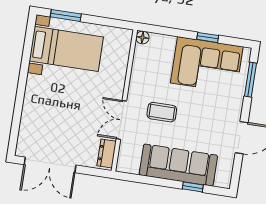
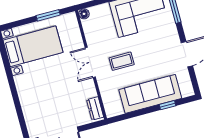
window: (66, 15) -> (48, 15), moved
double door: (121, 120) -> (90, 62), moved

